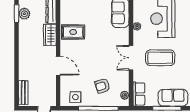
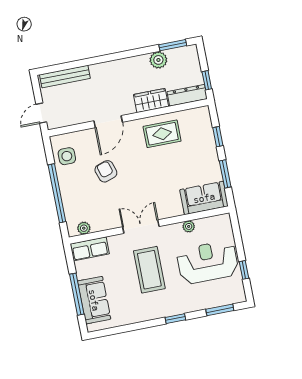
plant: (24, 14) -> (158, 60), moved
rug: (73, 32) -> (162, 134), turned 90
armchair: (103, 86) -> (106, 171), moved
bench: (23, 93) -> (65, 77), width x1.36

